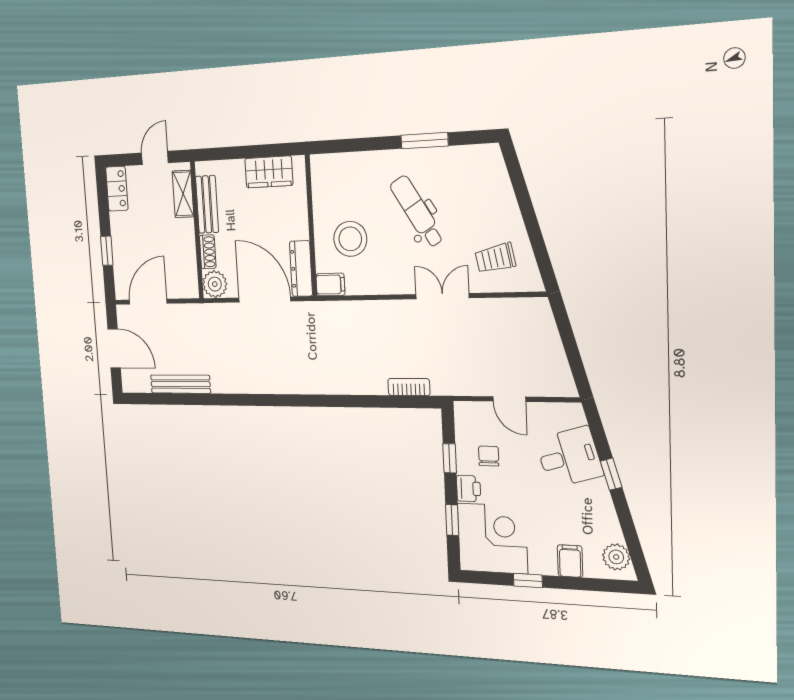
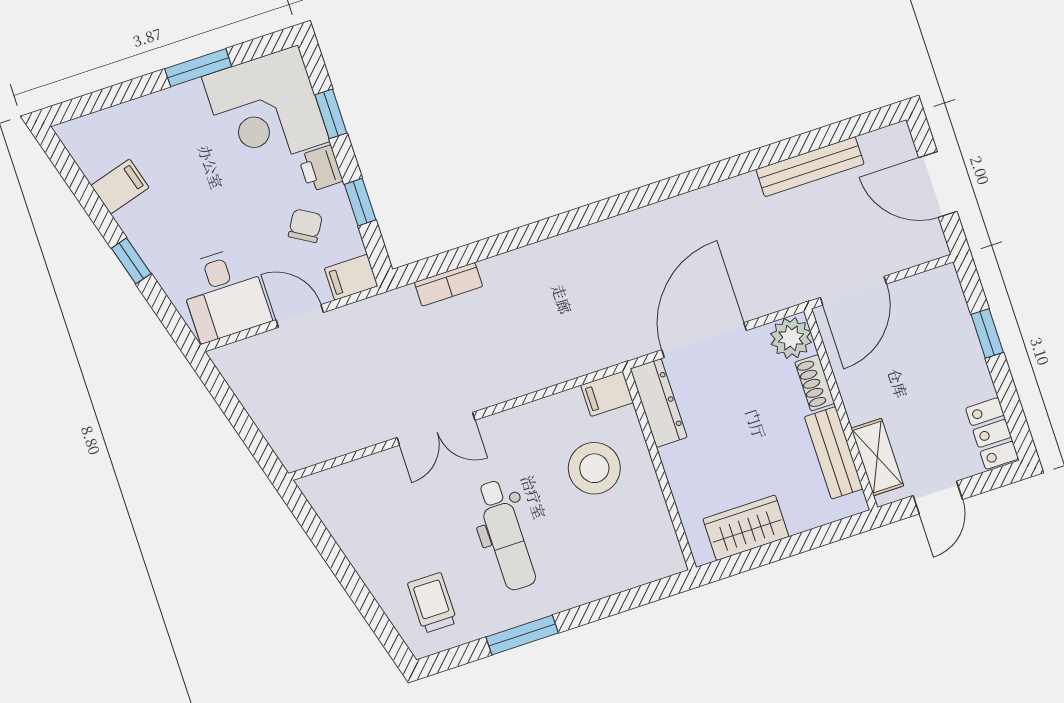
dental chair: (417, 212) -> (506, 535), turned 31
trolley: (495, 258) -> (432, 603), moved, turned -79
door: (265, 299) -> (704, 340), swing flipped
door: (148, 302) -> (853, 291), moved
filing cabinet: (469, 413) -> (351, 277), added
chair: (489, 456) -> (305, 226), turned -149
desk: (569, 457) -> (224, 294), moved, turned -74
plant: (616, 557) -> (89, 149), removed
filing cabinet: (570, 561) -> (120, 186), moved, turned -106
window: (528, 581) -> (198, 68), width x1.50

